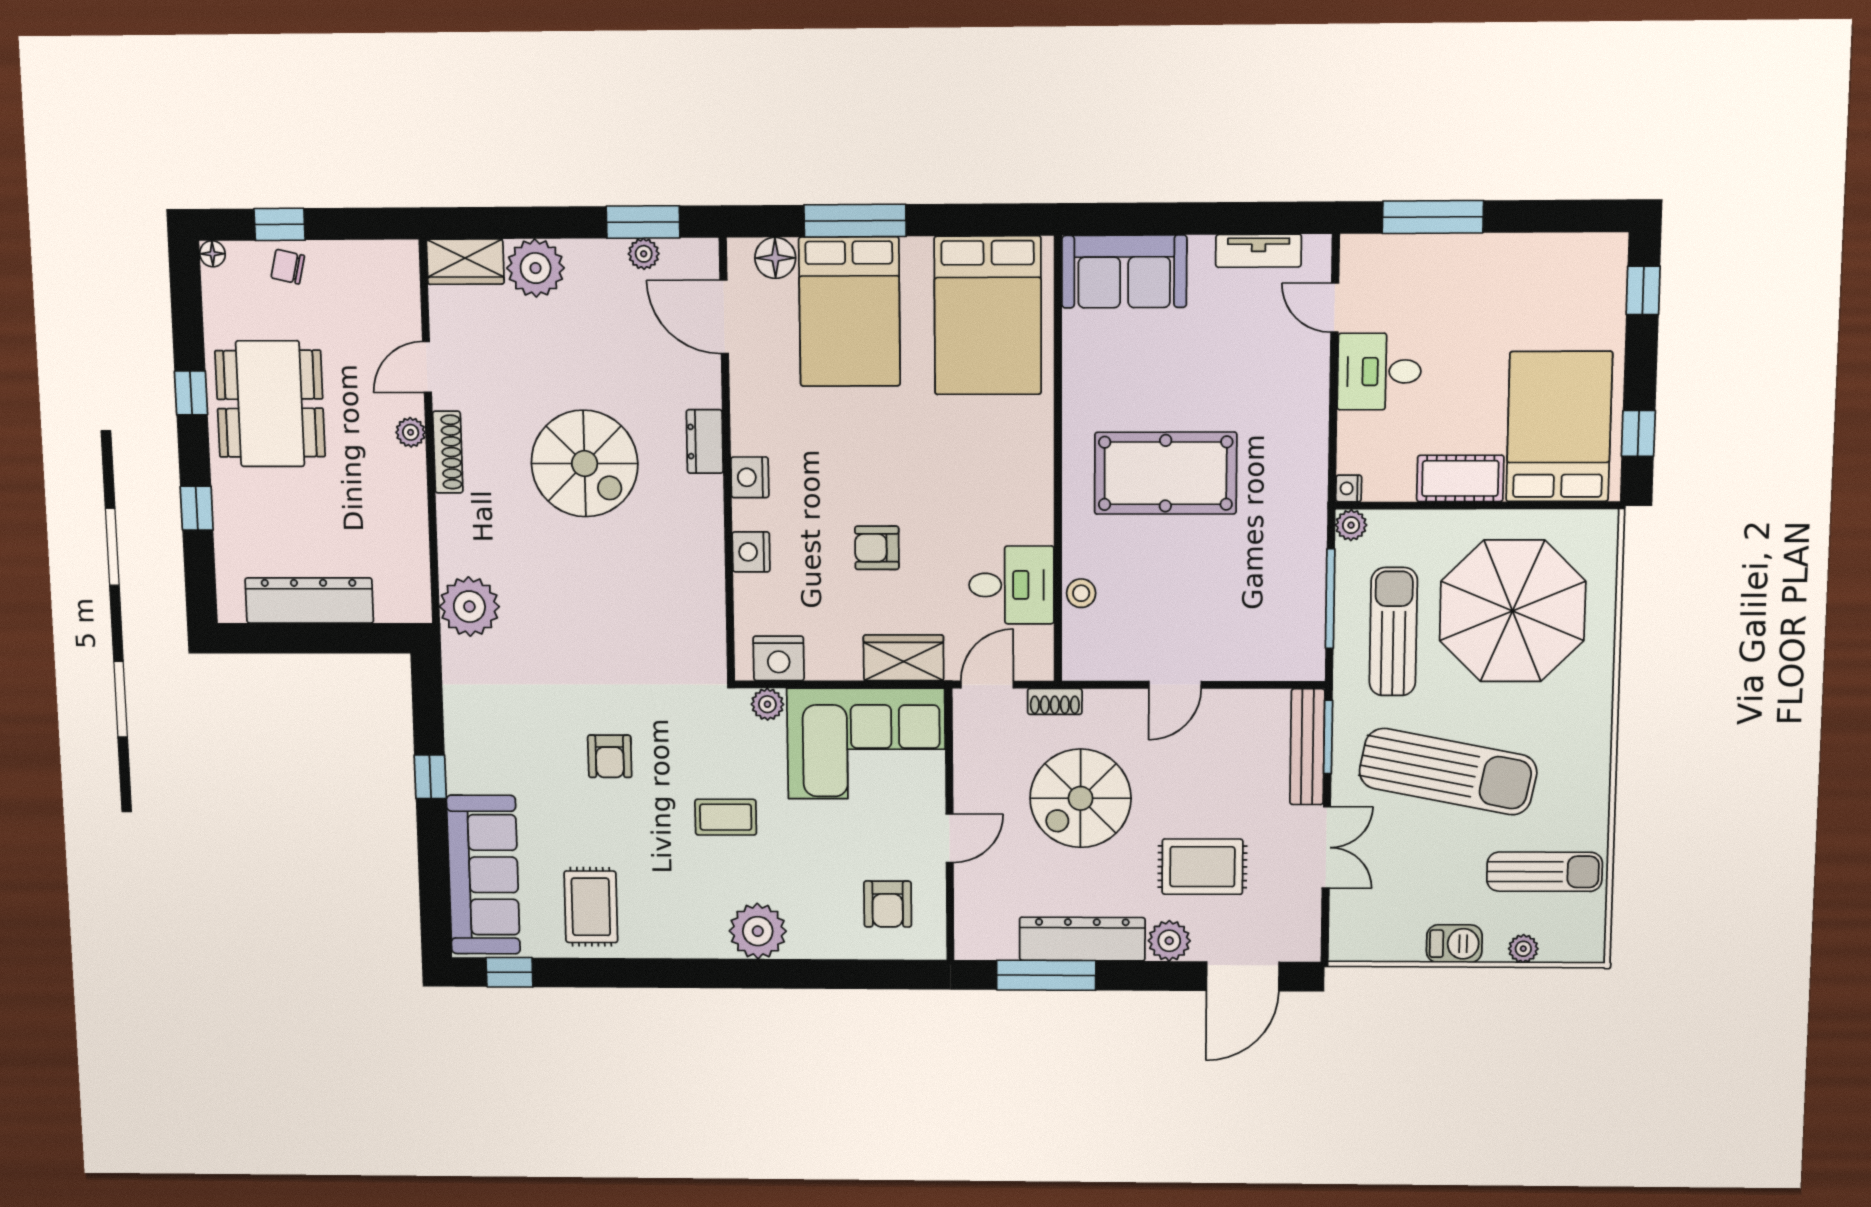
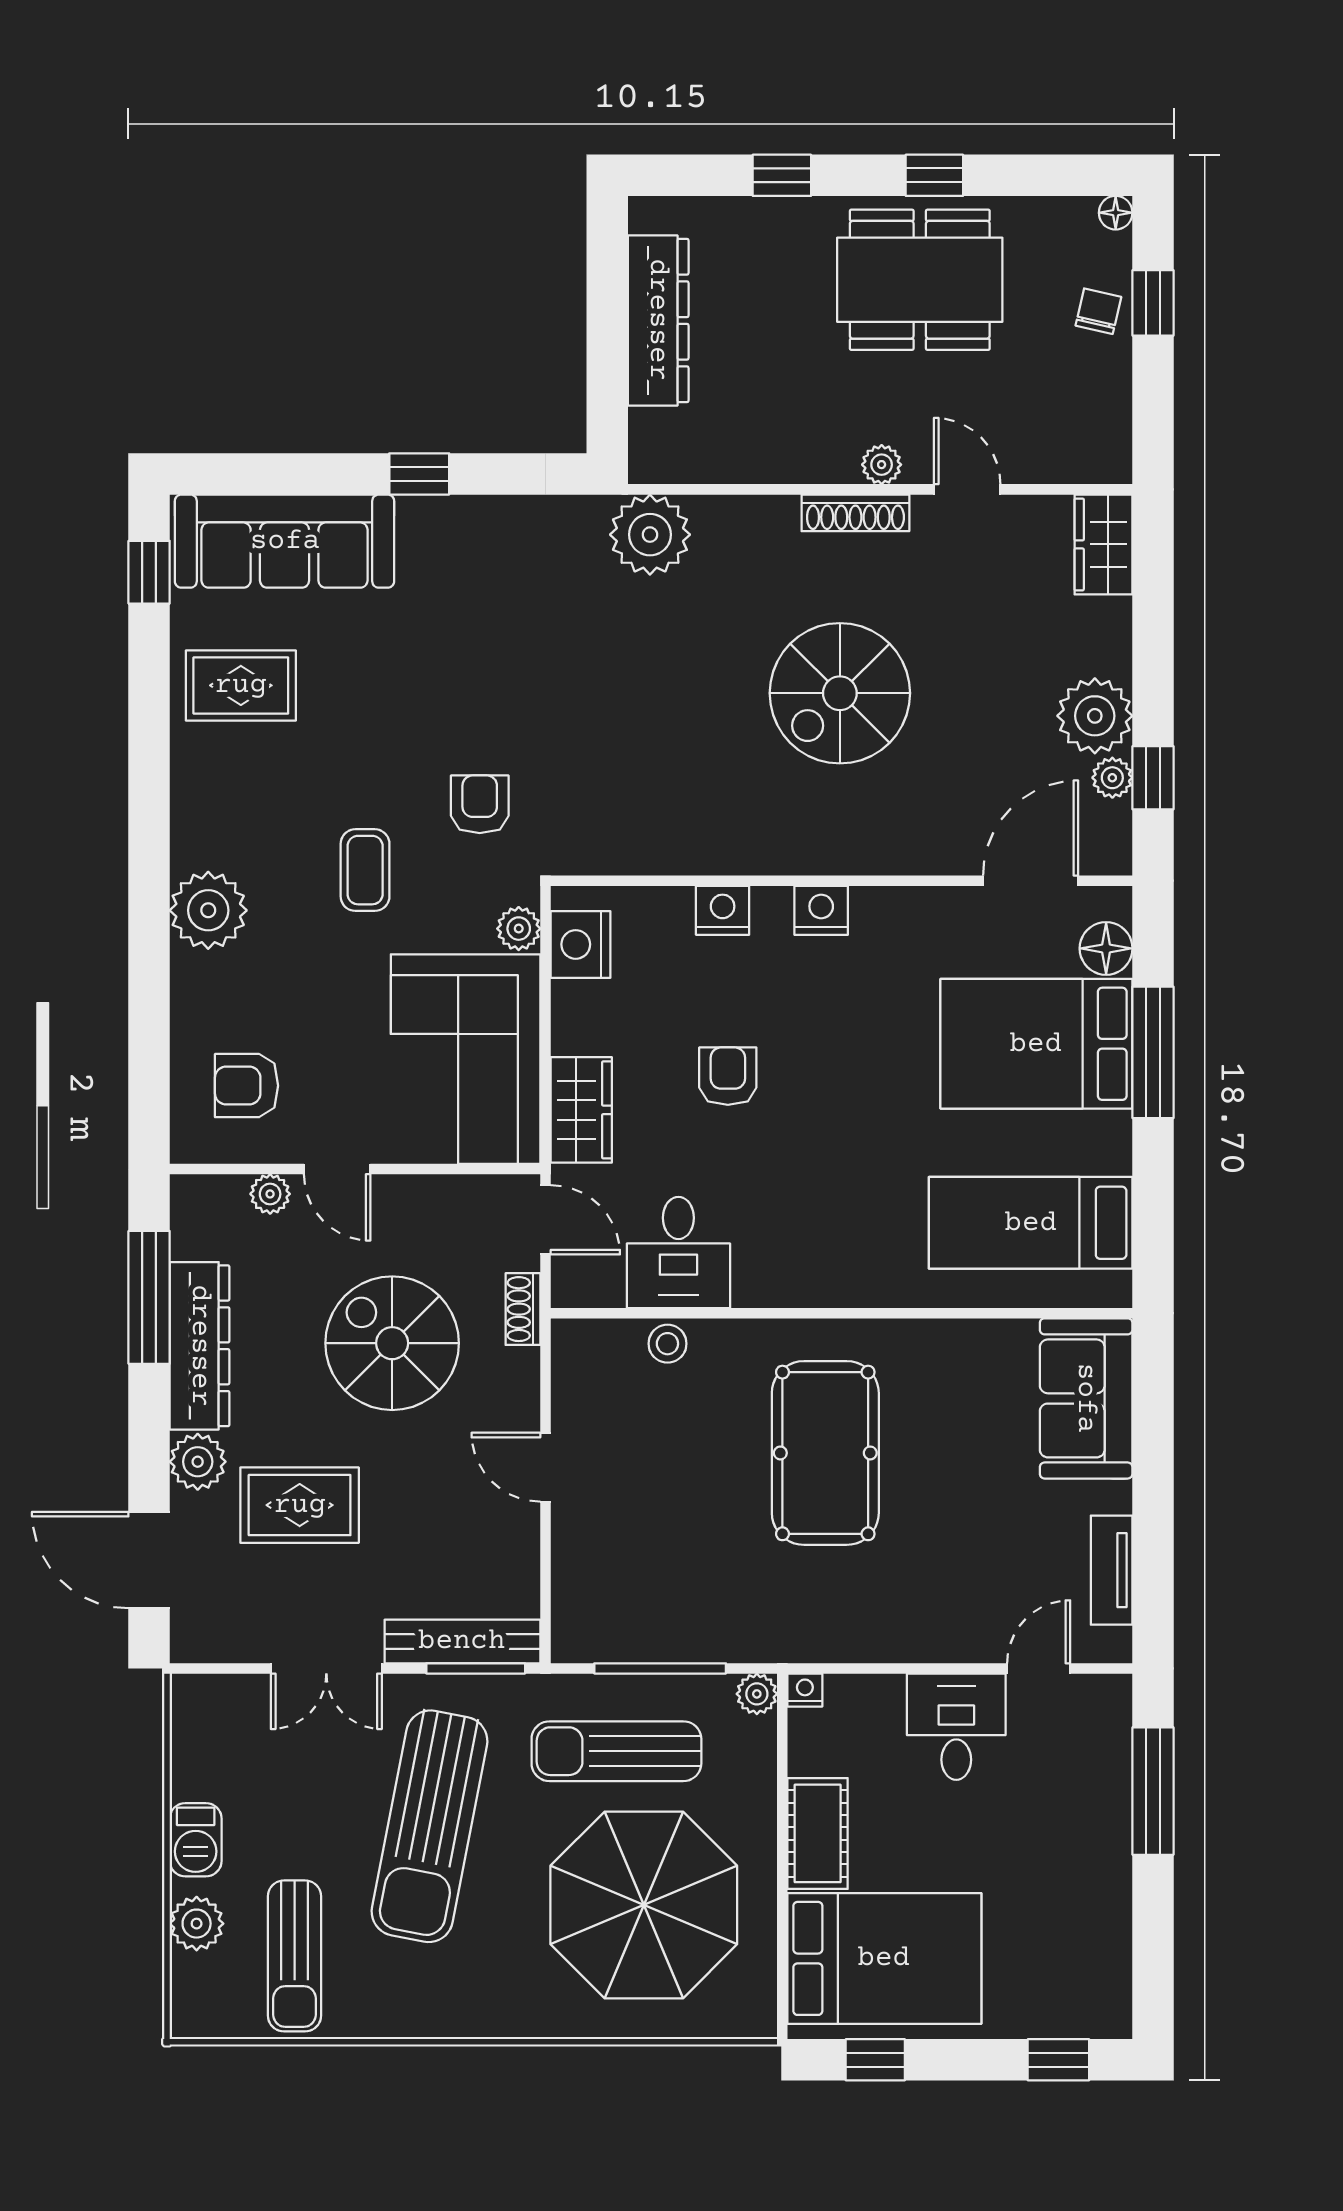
window: (643, 222) -> (1153, 778), width x0.67
plant: (536, 268) -> (1095, 716), moved
bed: (988, 315) -> (1031, 1223), width x0.67
dresser: (705, 441) -> (868, 852), removed
sun lounger: (1393, 632) -> (616, 1751), turned 180
armchair: (610, 756) -> (480, 804), moved, turned 90
rug: (1202, 867) -> (300, 1505), turned 90
plant: (969, 887) -> (270, 1194), added
plant: (1523, 949) -> (197, 1924), width x1.38, depth x1.38

